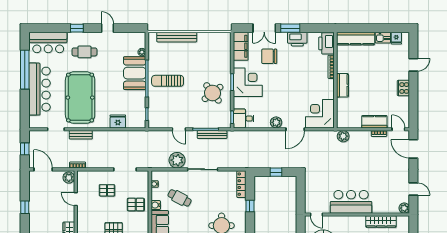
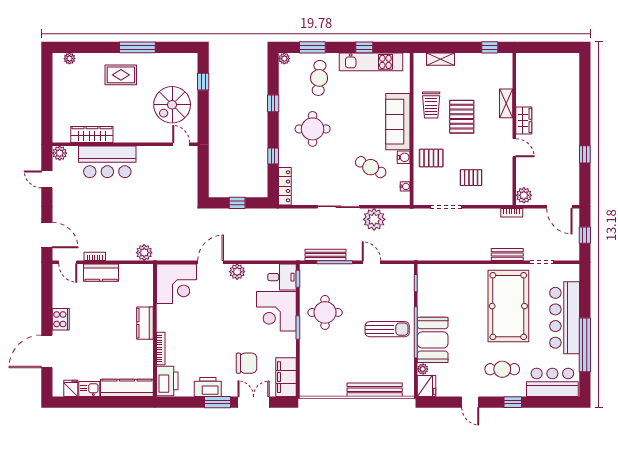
door: (413, 65) -> (47, 351), width x1.87
corner desk: (248, 82) -> (276, 311), moved
round table: (213, 93) -> (325, 312), turned 38
fridge: (118, 121) -> (427, 386), moved, turned -90
door: (76, 199) -> (514, 148), moved
bar counter: (351, 202) -> (107, 162), moved

